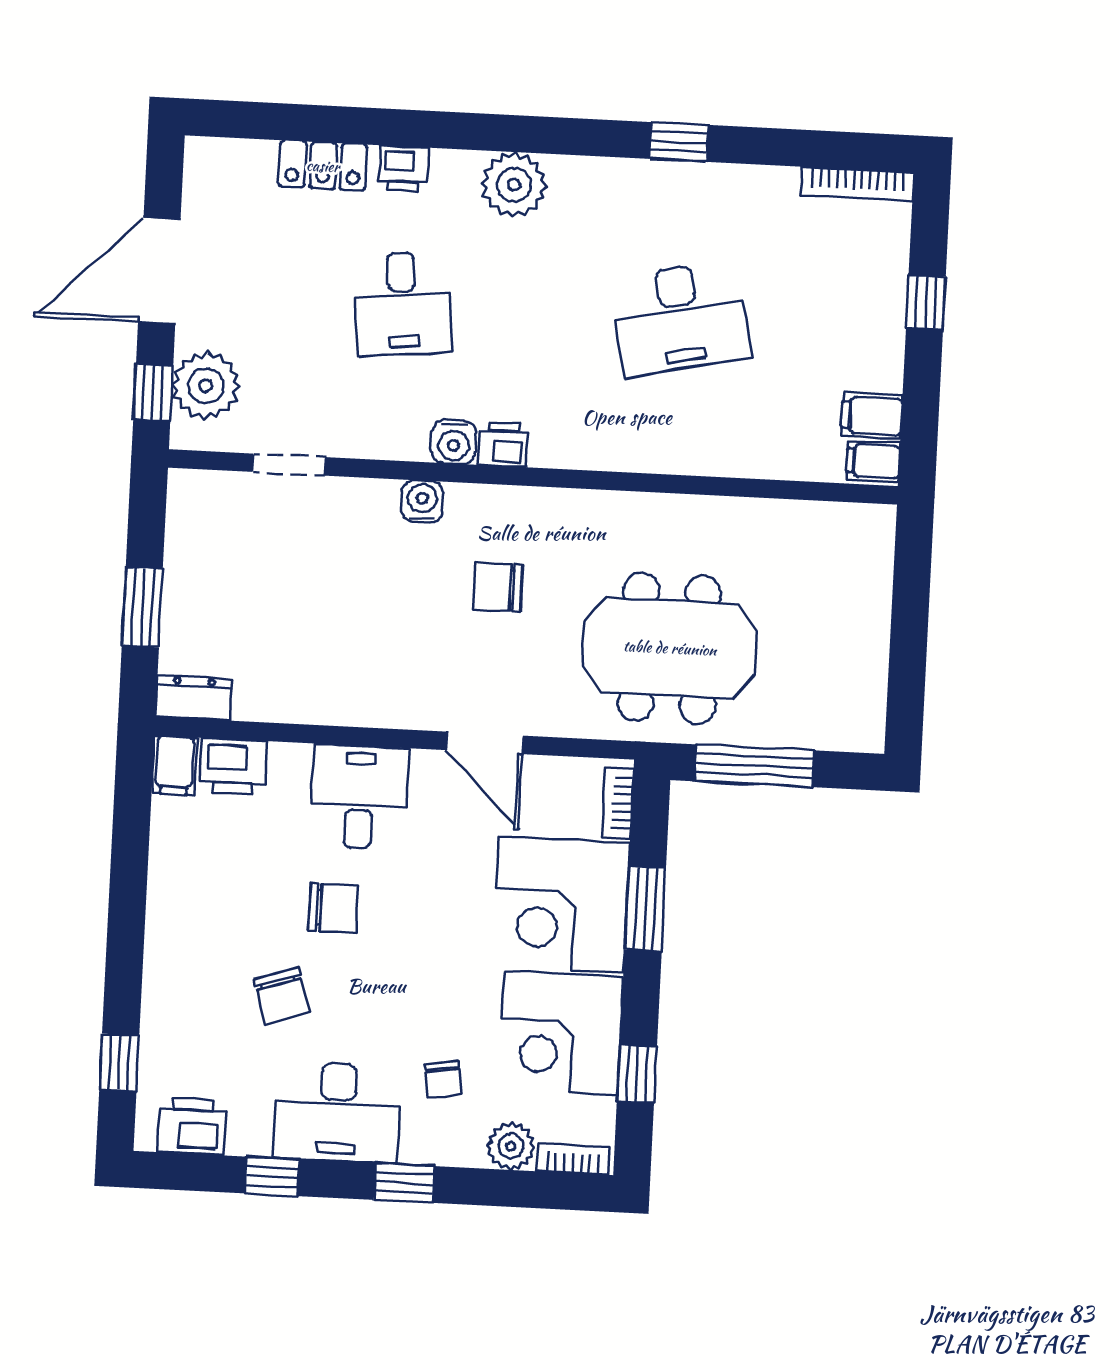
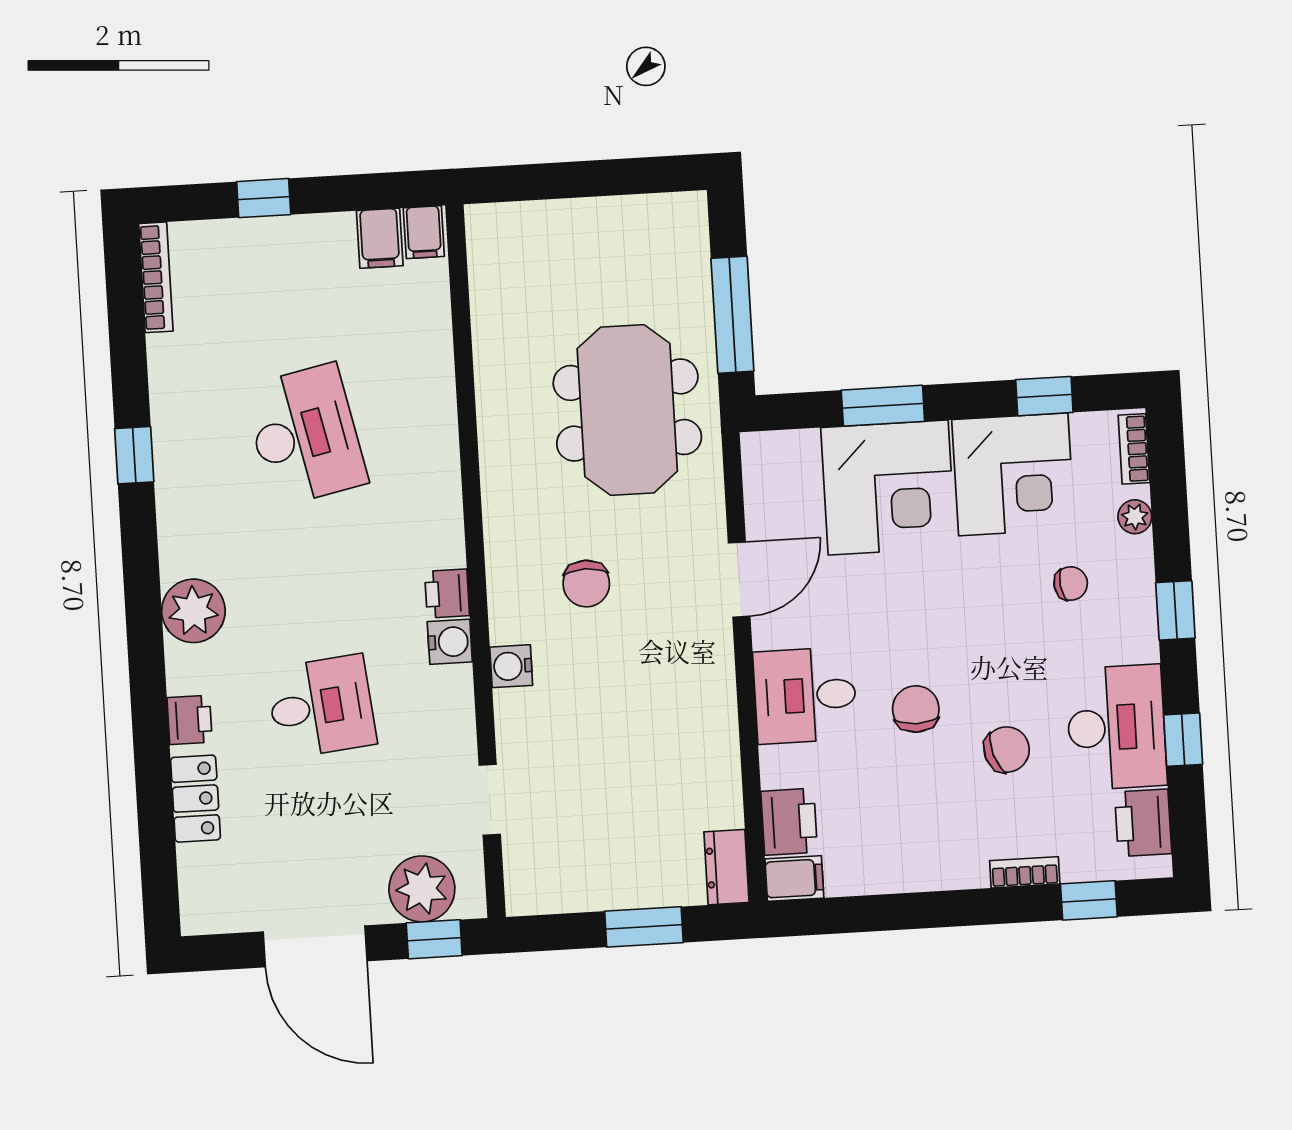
bookcase: (618, 803) -> (1025, 872), moved, turned 180
desk: (337, 1112) -> (1116, 727), moved
plant: (511, 1146) -> (1135, 517), width x0.73, depth x0.73

